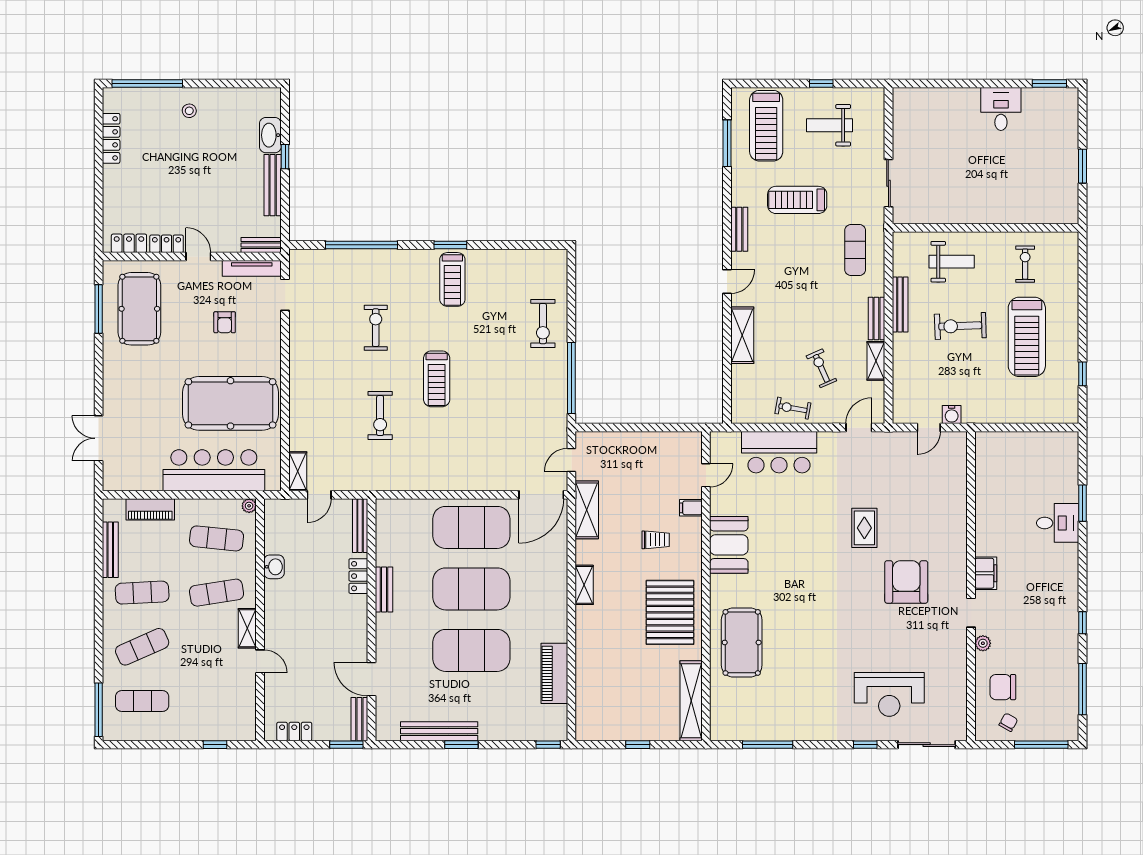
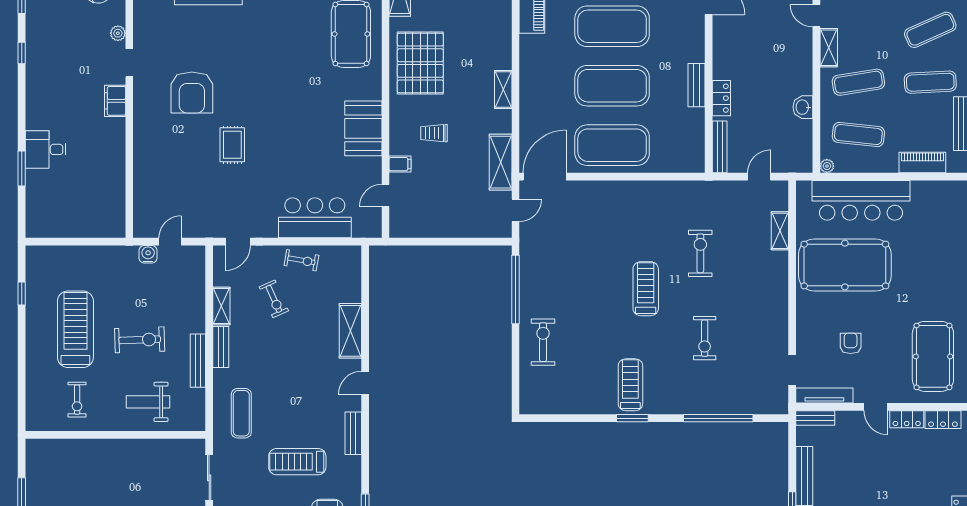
treadmill: (797, 200) -> (297, 462), turned 180
shelving: (298, 471) -> (780, 231), moved

